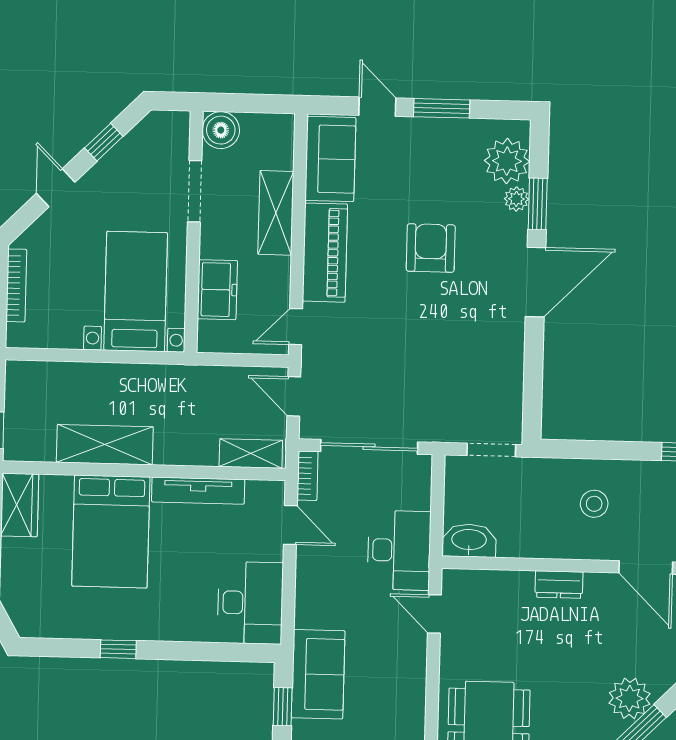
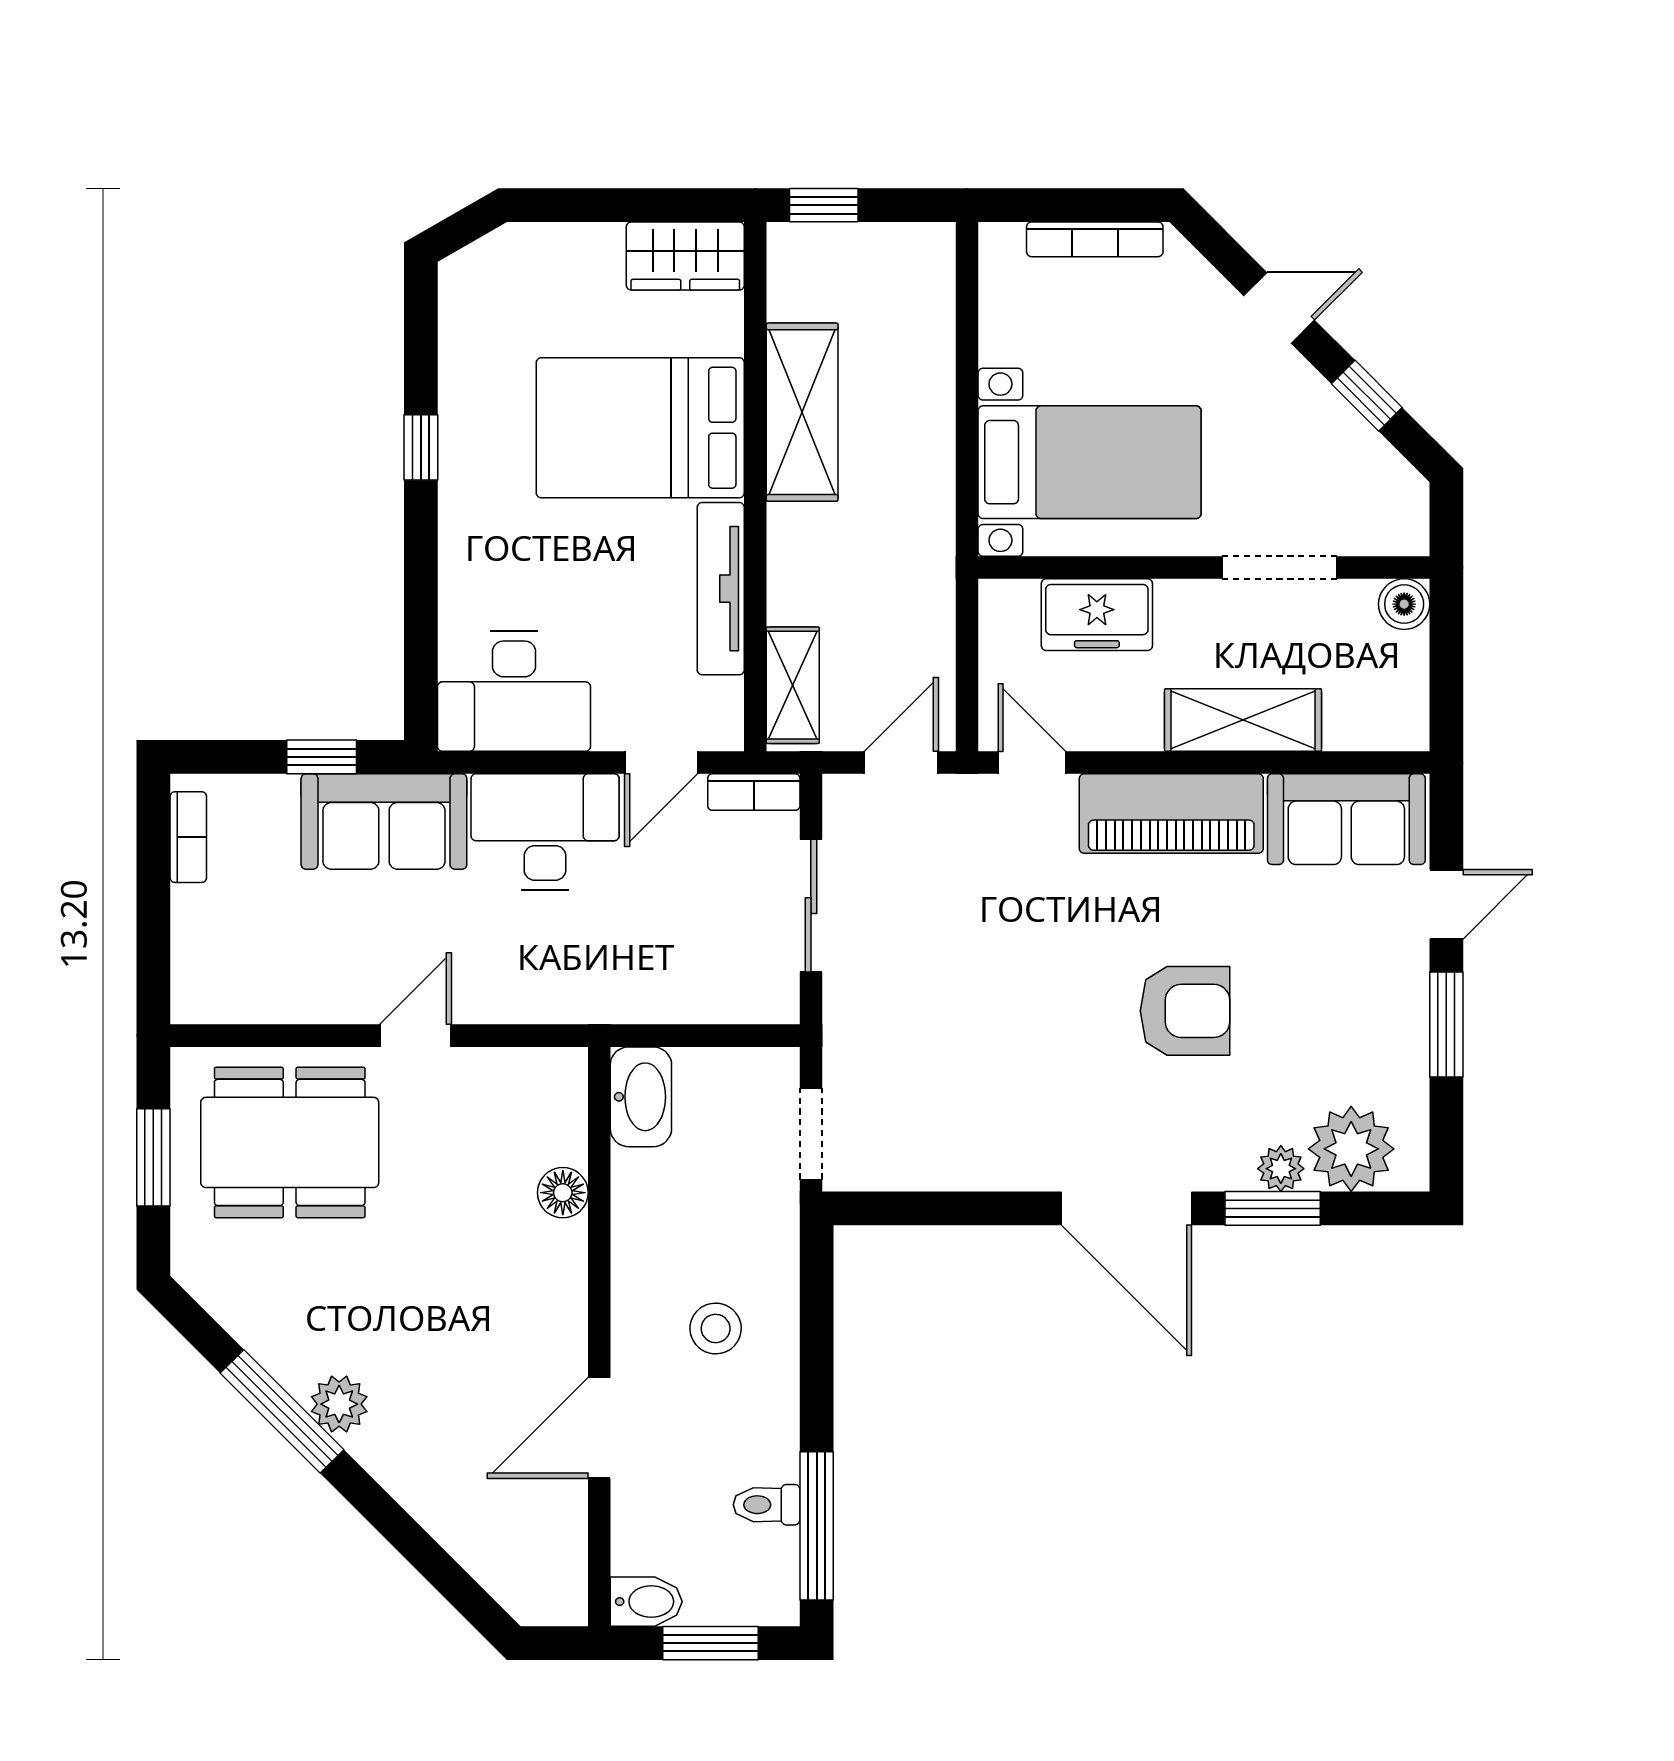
boiler: (221, 130) -> (1404, 604), width x0.73, depth x0.73
sliding door: (369, 447) -> (811, 906), width x0.73
desk: (399, 550) -> (545, 832), moved, turned 180
floor lamp: (519, 584) -> (563, 1193), added
dresser: (559, 585) -> (563, 1267), removed
door: (434, 614) -> (415, 1036), moved
plant: (630, 698) -> (339, 1404), width x0.73, depth x0.73

